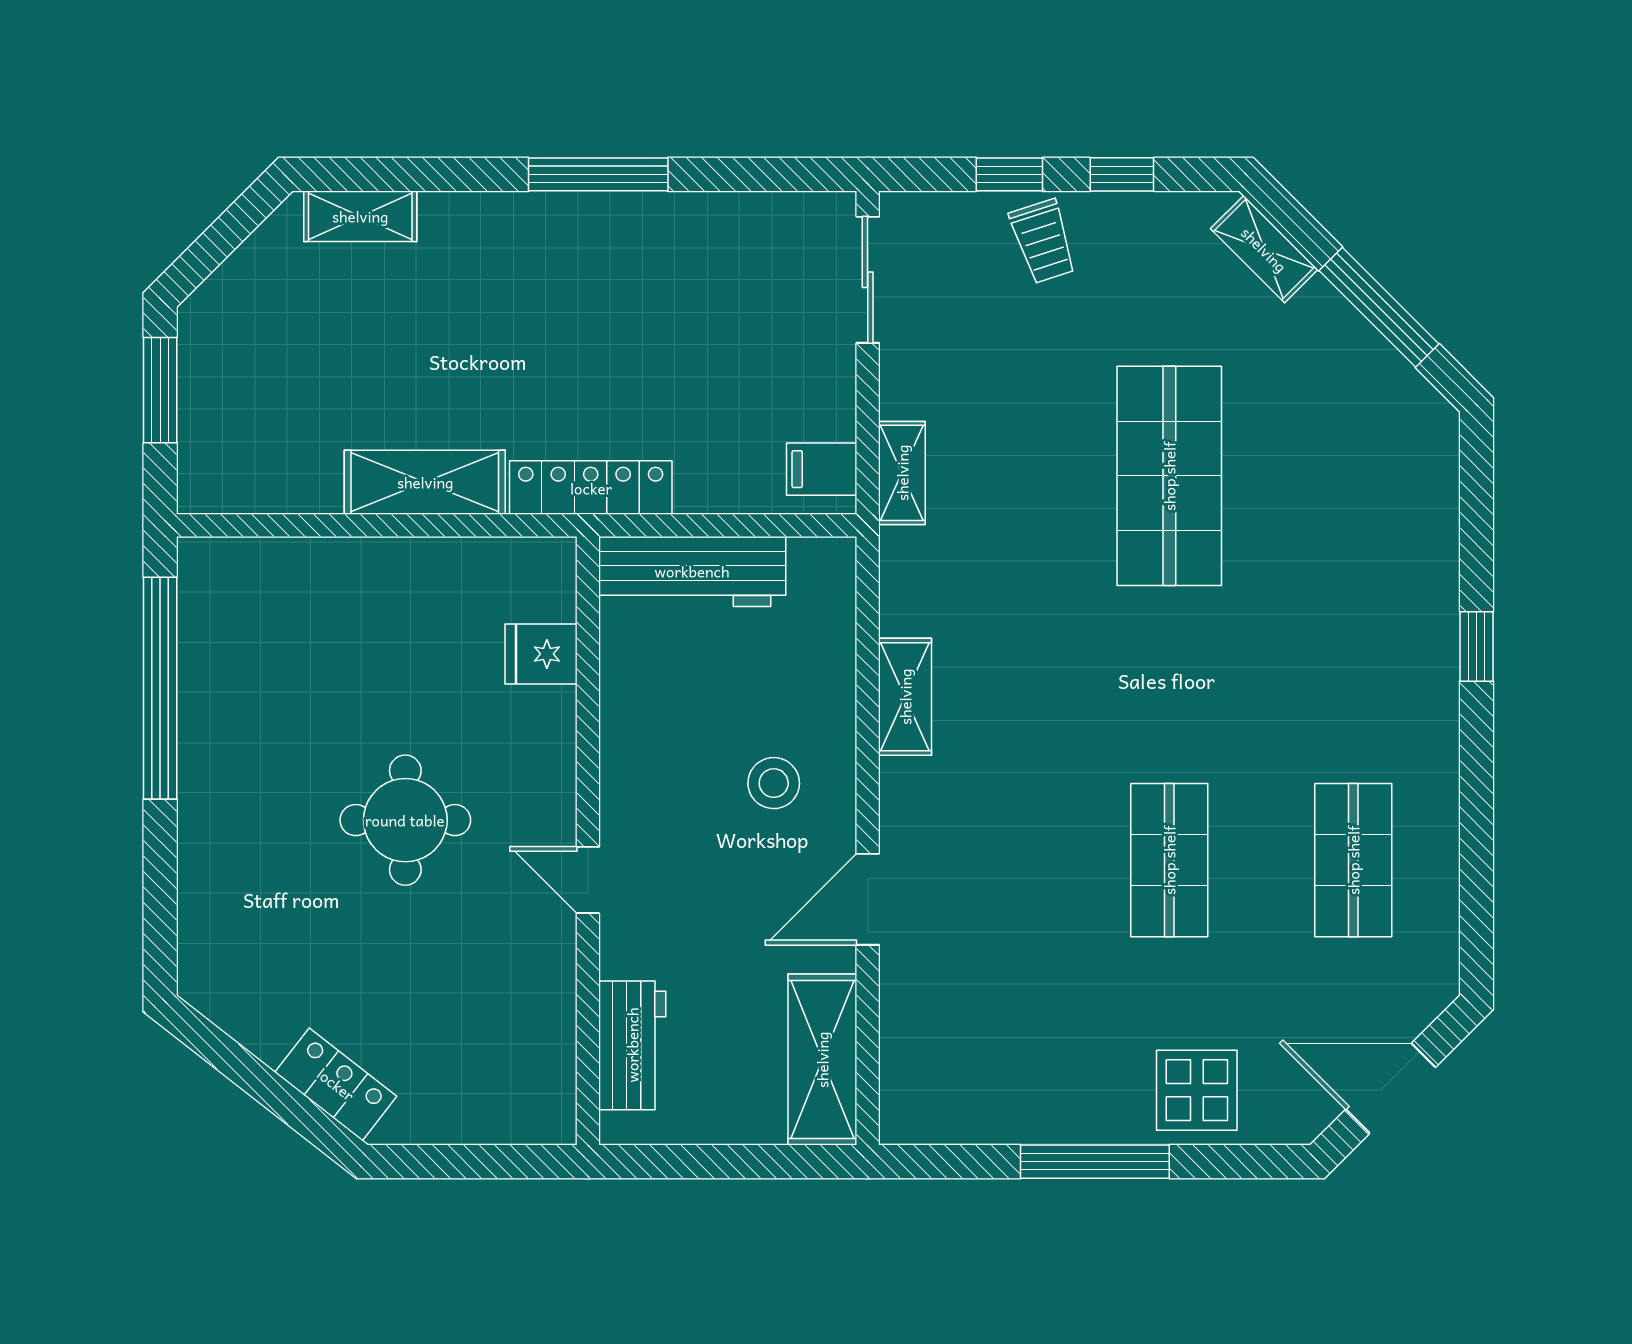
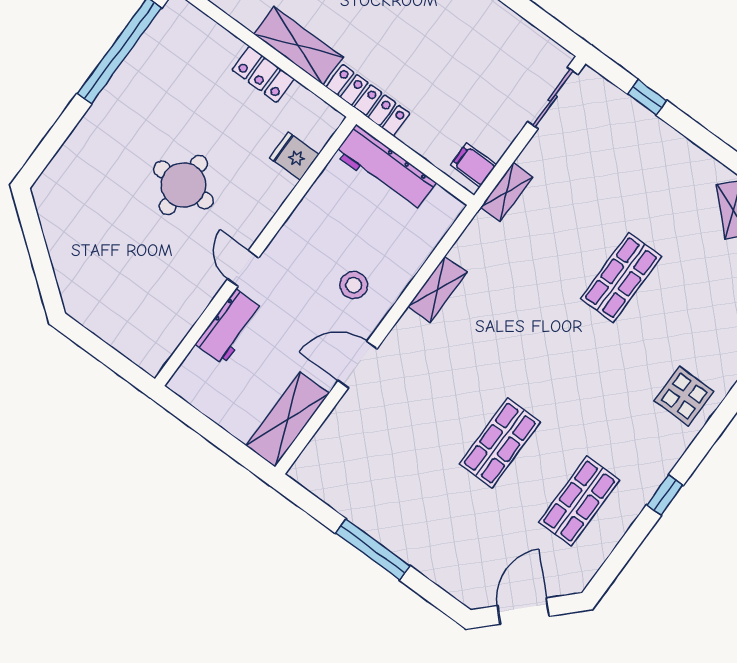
window: (1122, 174) -> (696, 133), removed
trolley: (1043, 241) -> (641, 137), removed
shop shelf: (1169, 476) -> (621, 278), width x0.70, depth x0.74
window: (1477, 646) -> (665, 495), moved
workbench: (632, 1045) -> (230, 327), moved
locker: (336, 1084) -> (263, 74), moved, turned 142
door: (1391, 1088) -> (523, 611), hinge flipped
display table: (1197, 1090) -> (684, 396), moved

